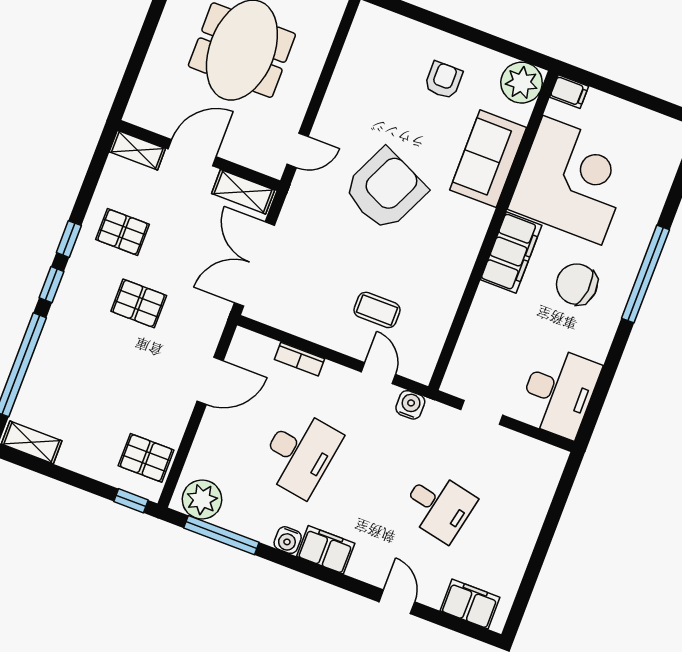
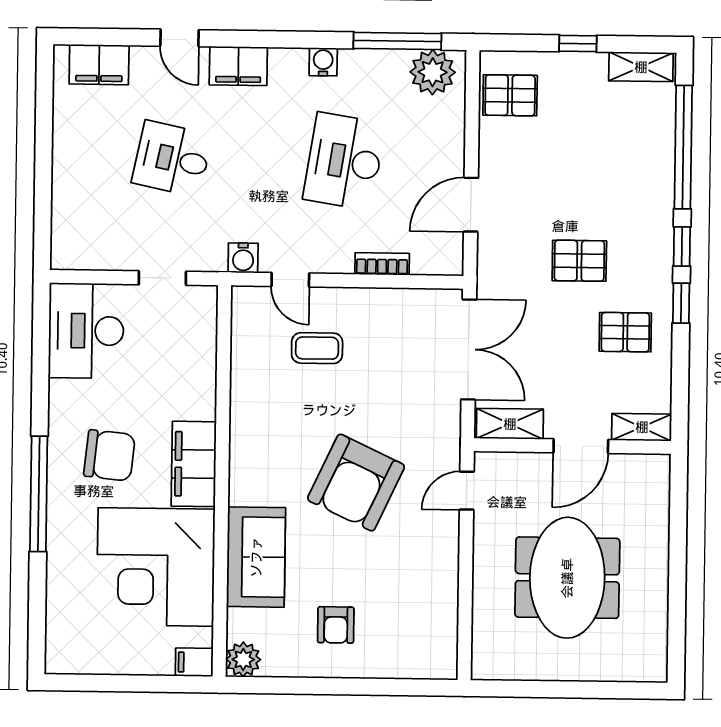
plant: (522, 83) -> (243, 659), width x0.73, depth x0.73
window: (131, 501) -> (578, 44), moved
filing cabinet: (326, 550) -> (238, 66), moved

